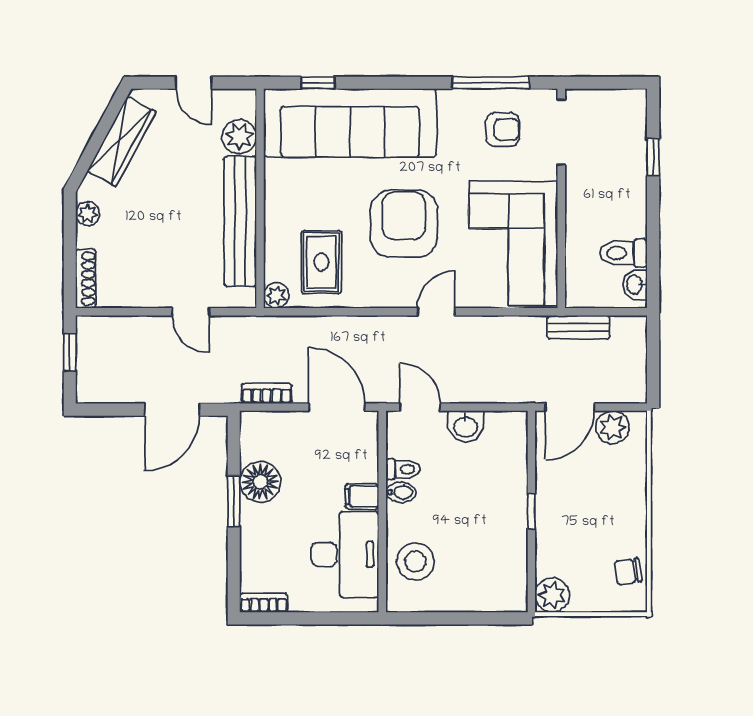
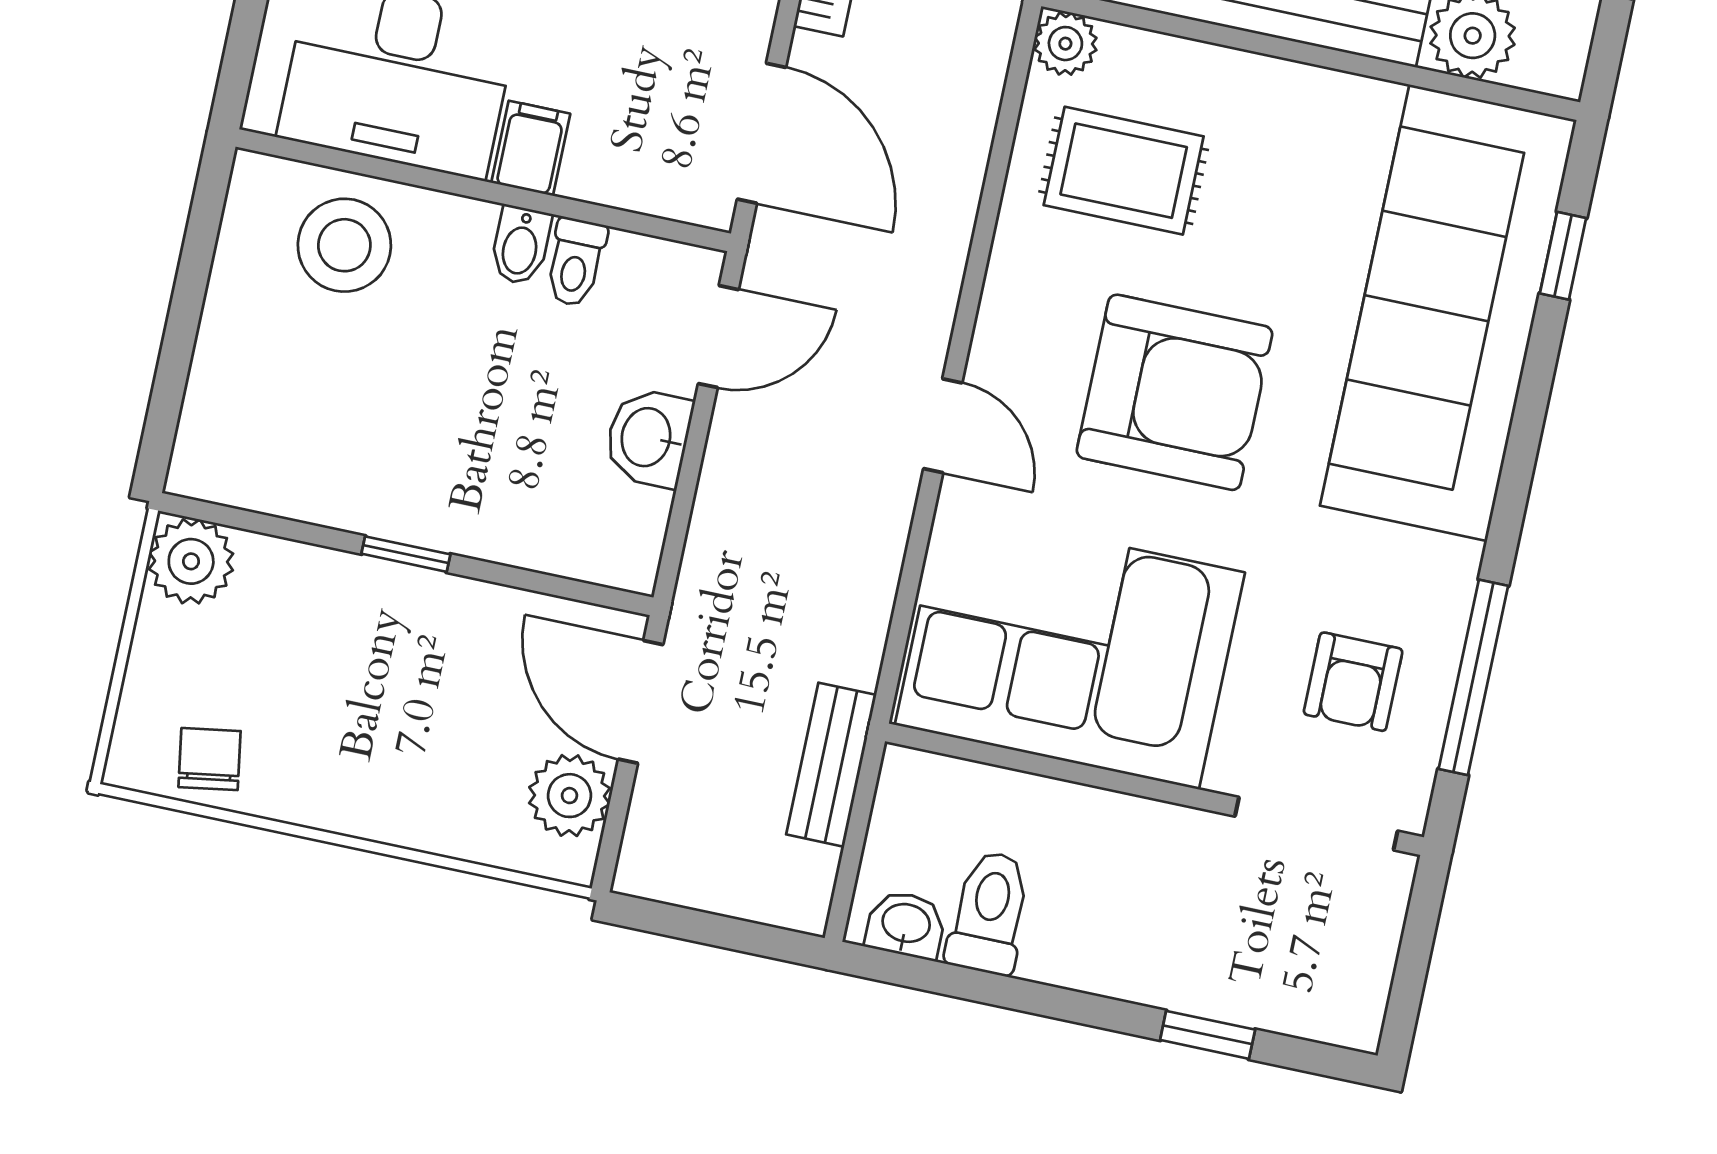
door: (337, 407) -> (762, 133), hinge flipped

